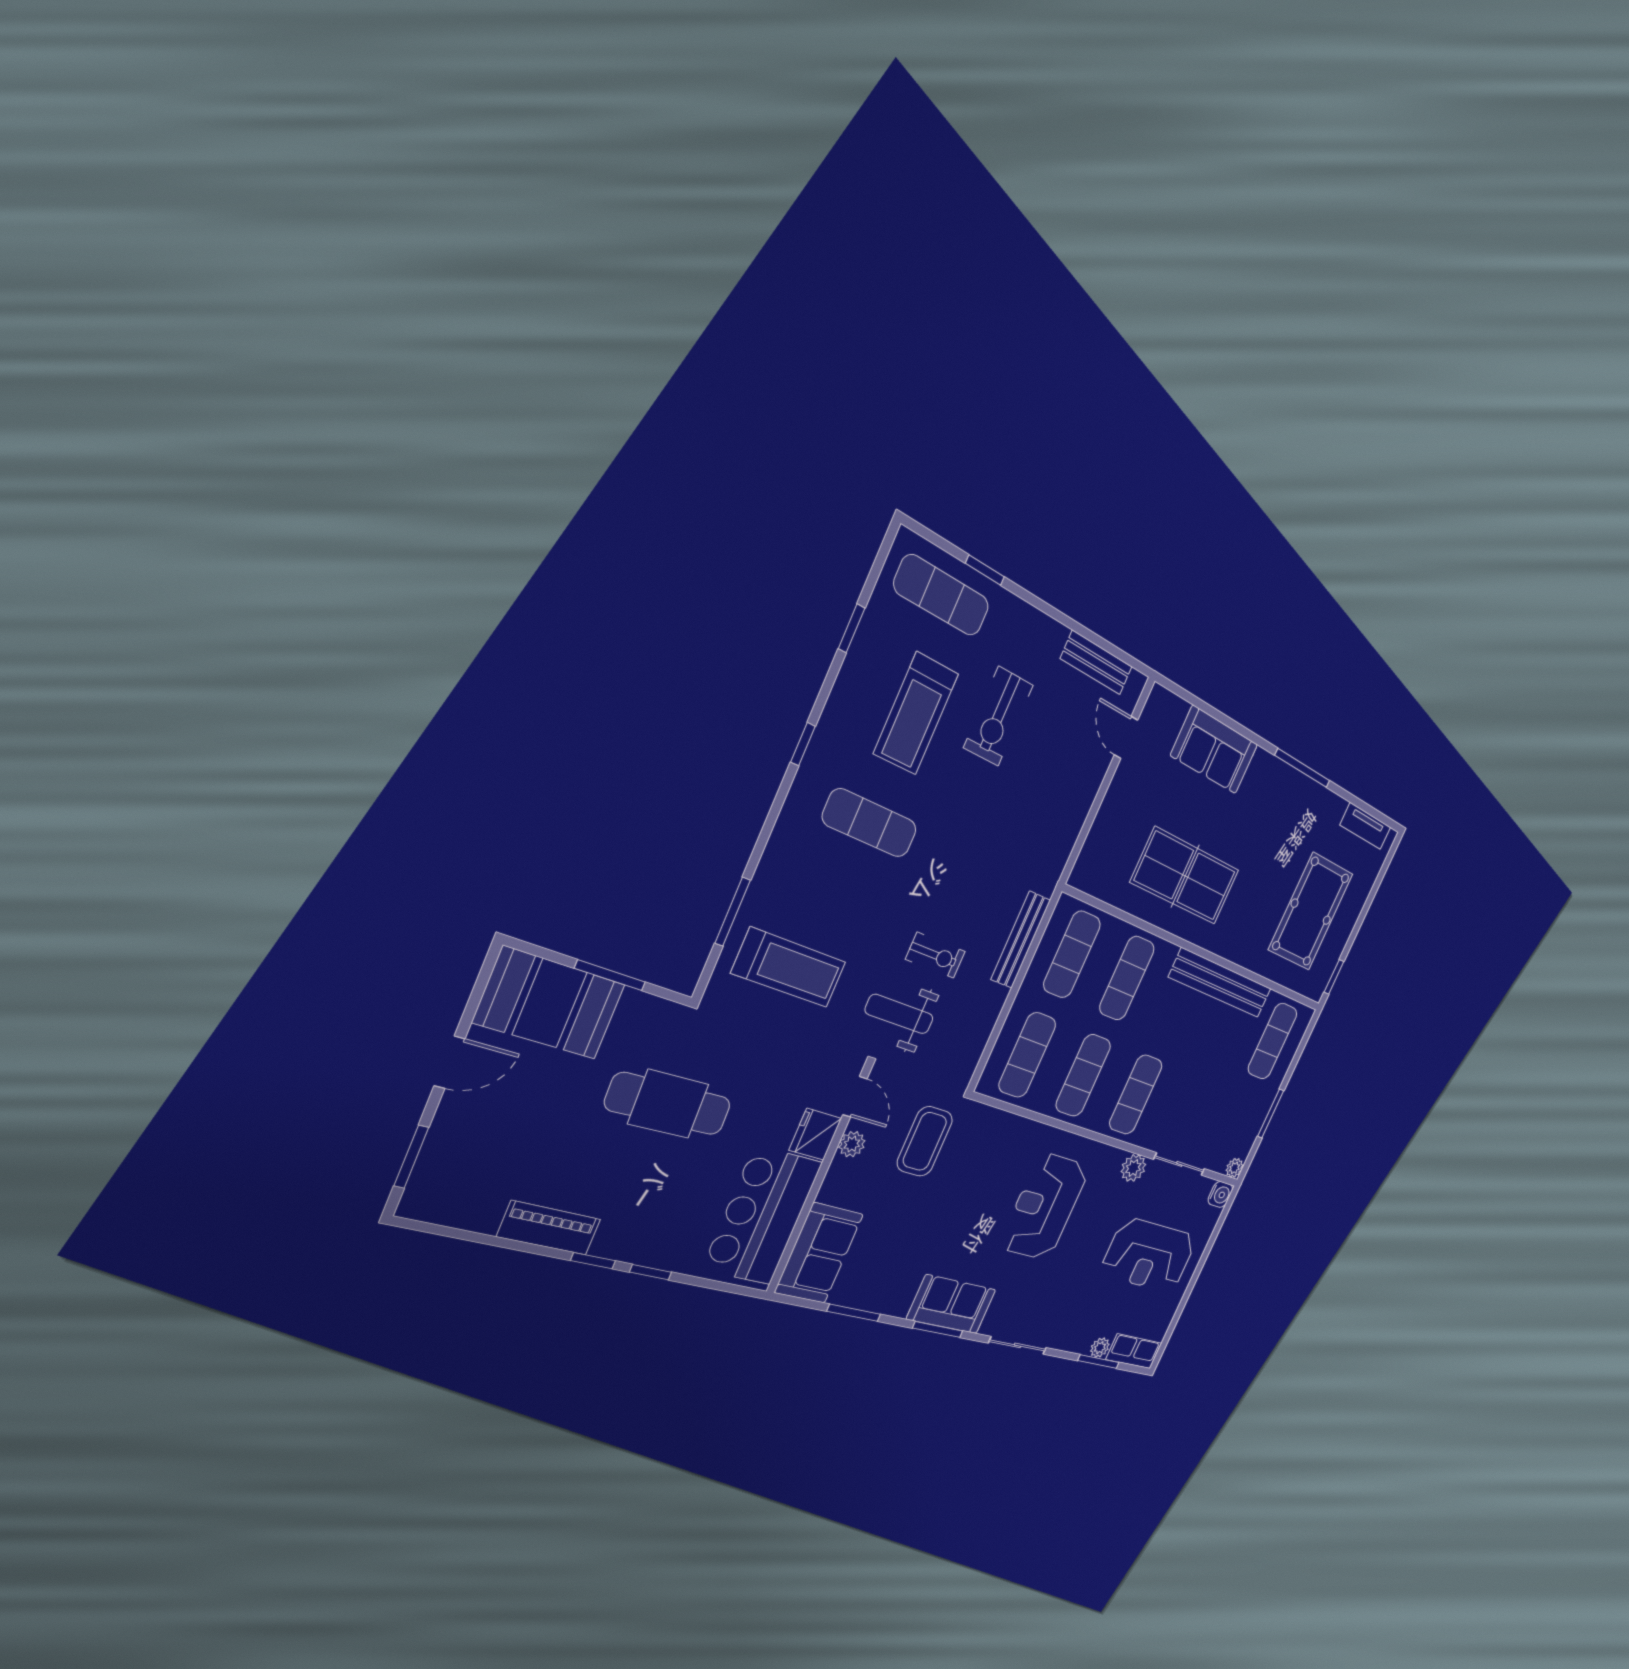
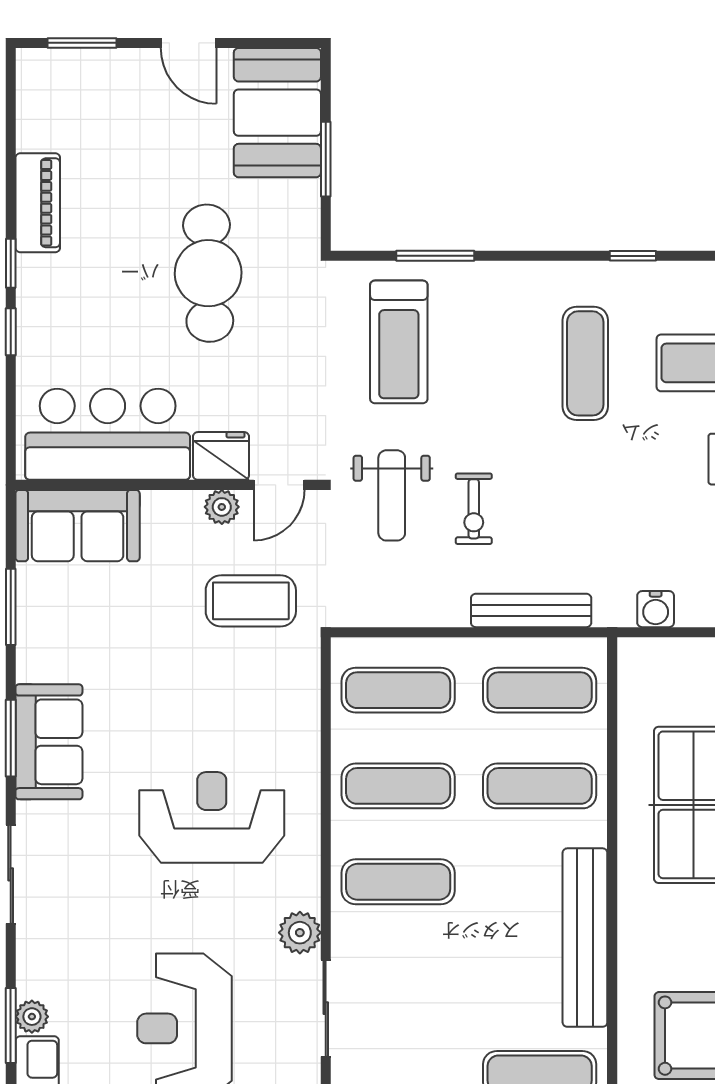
water cooler: (1060, 847) -> (656, 609), added
weight bench: (899, 1014) -> (392, 495), turned 180

